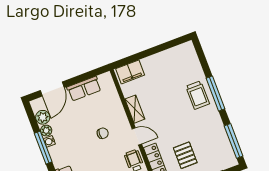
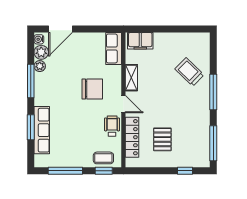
row of seats: (84, 89) -> (114, 48), moved, turned 90
trolley: (198, 95) -> (189, 72), moved, turned 134
chair: (103, 133) -> (92, 89), width x1.87, depth x1.87
water cooler: (49, 141) -> (39, 39), moved

